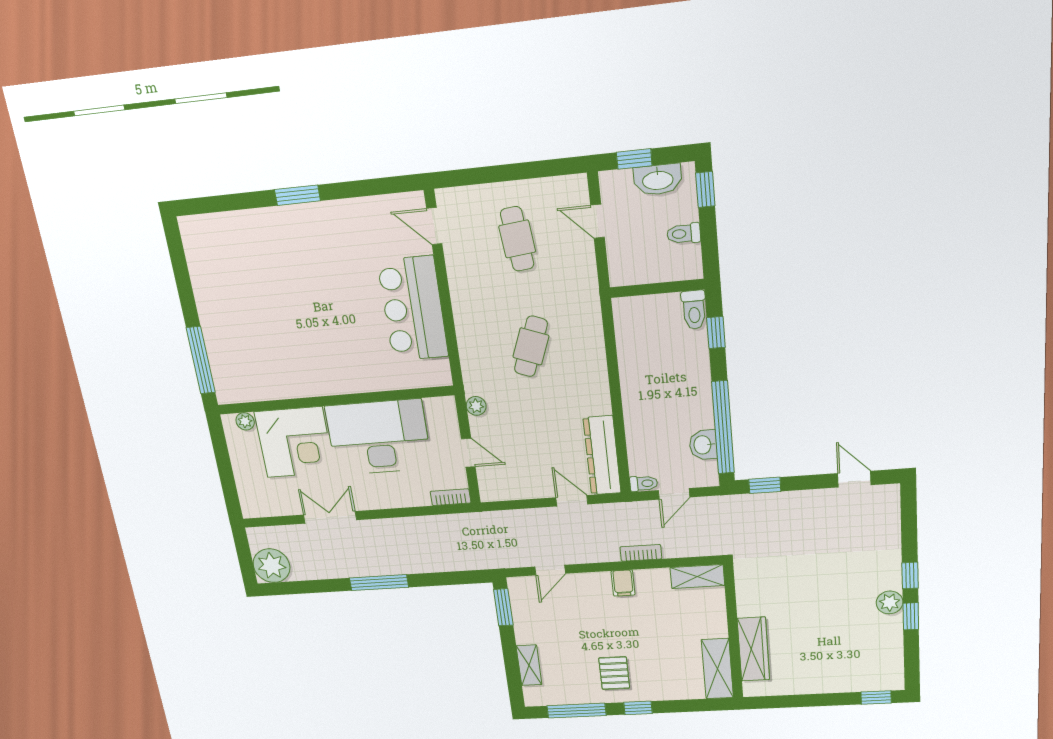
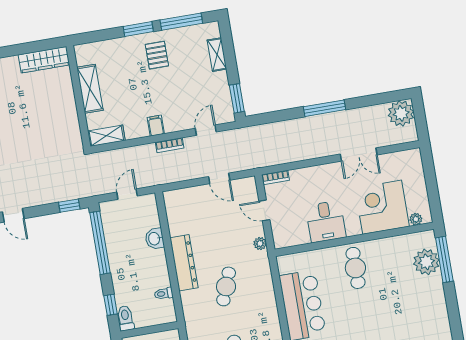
cafe table: (332, 358) -> (355, 268), added
plant: (227, 359) -> (426, 262), added
desk: (378, 437) -> (326, 222), width x0.53, depth x0.77
washbasin: (703, 445) -> (155, 239), moved, turned 180
dresser: (602, 455) -> (184, 263), moved
toilet: (644, 483) -> (164, 294), moved
door: (572, 501) -> (219, 178), moved
bookcase: (641, 553) -> (170, 145), moved
wardrobe: (753, 649) -> (44, 60), moved, turned -90
shelving: (717, 669) -> (90, 89), moved
window: (638, 708) -> (138, 29), width x1.50

